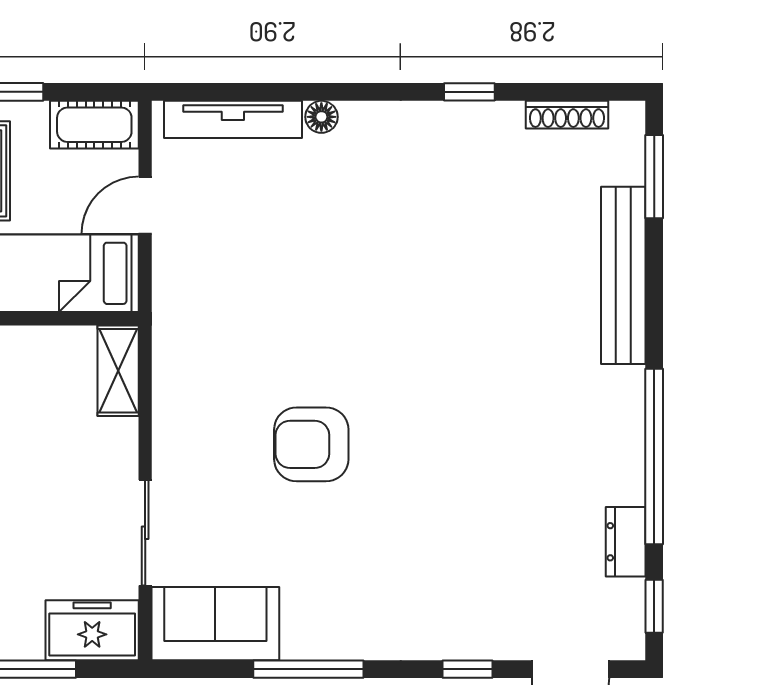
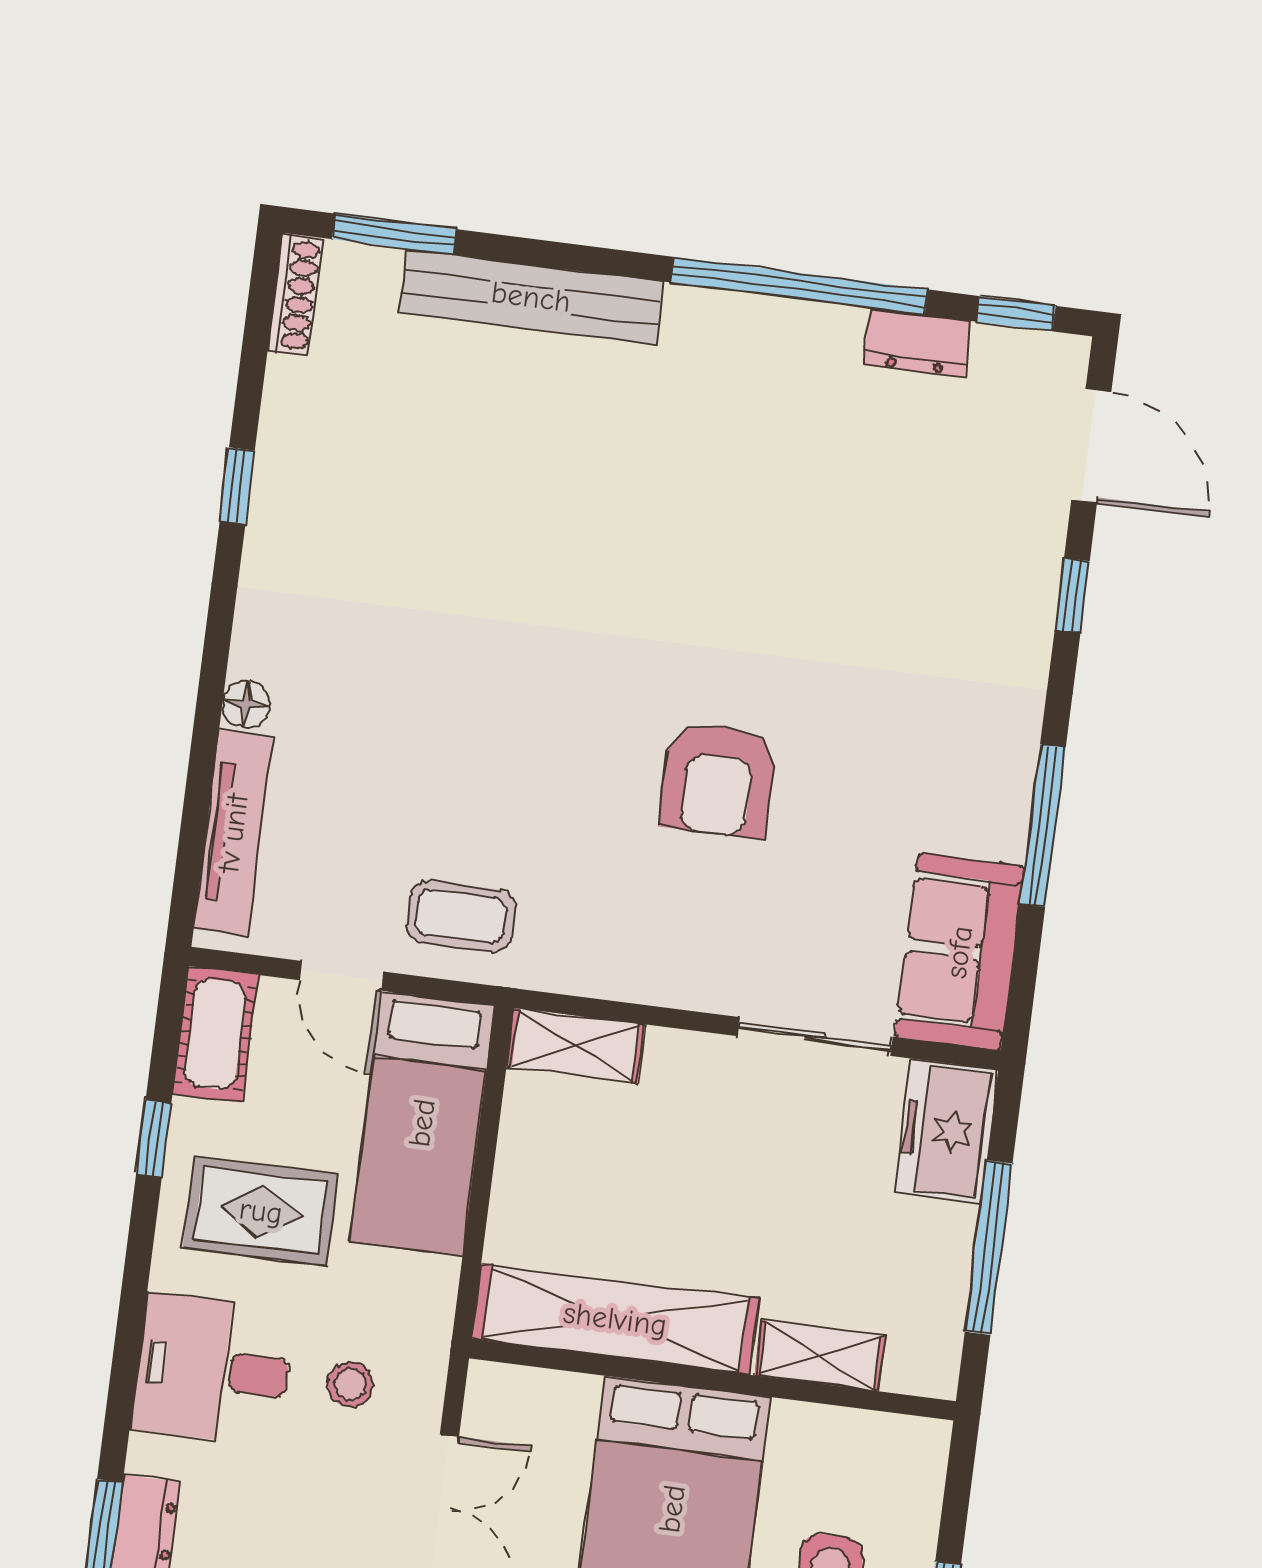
shoe rack: (567, 115) -> (295, 295), moved
coffee table: (196, 281) -> (461, 916), added

